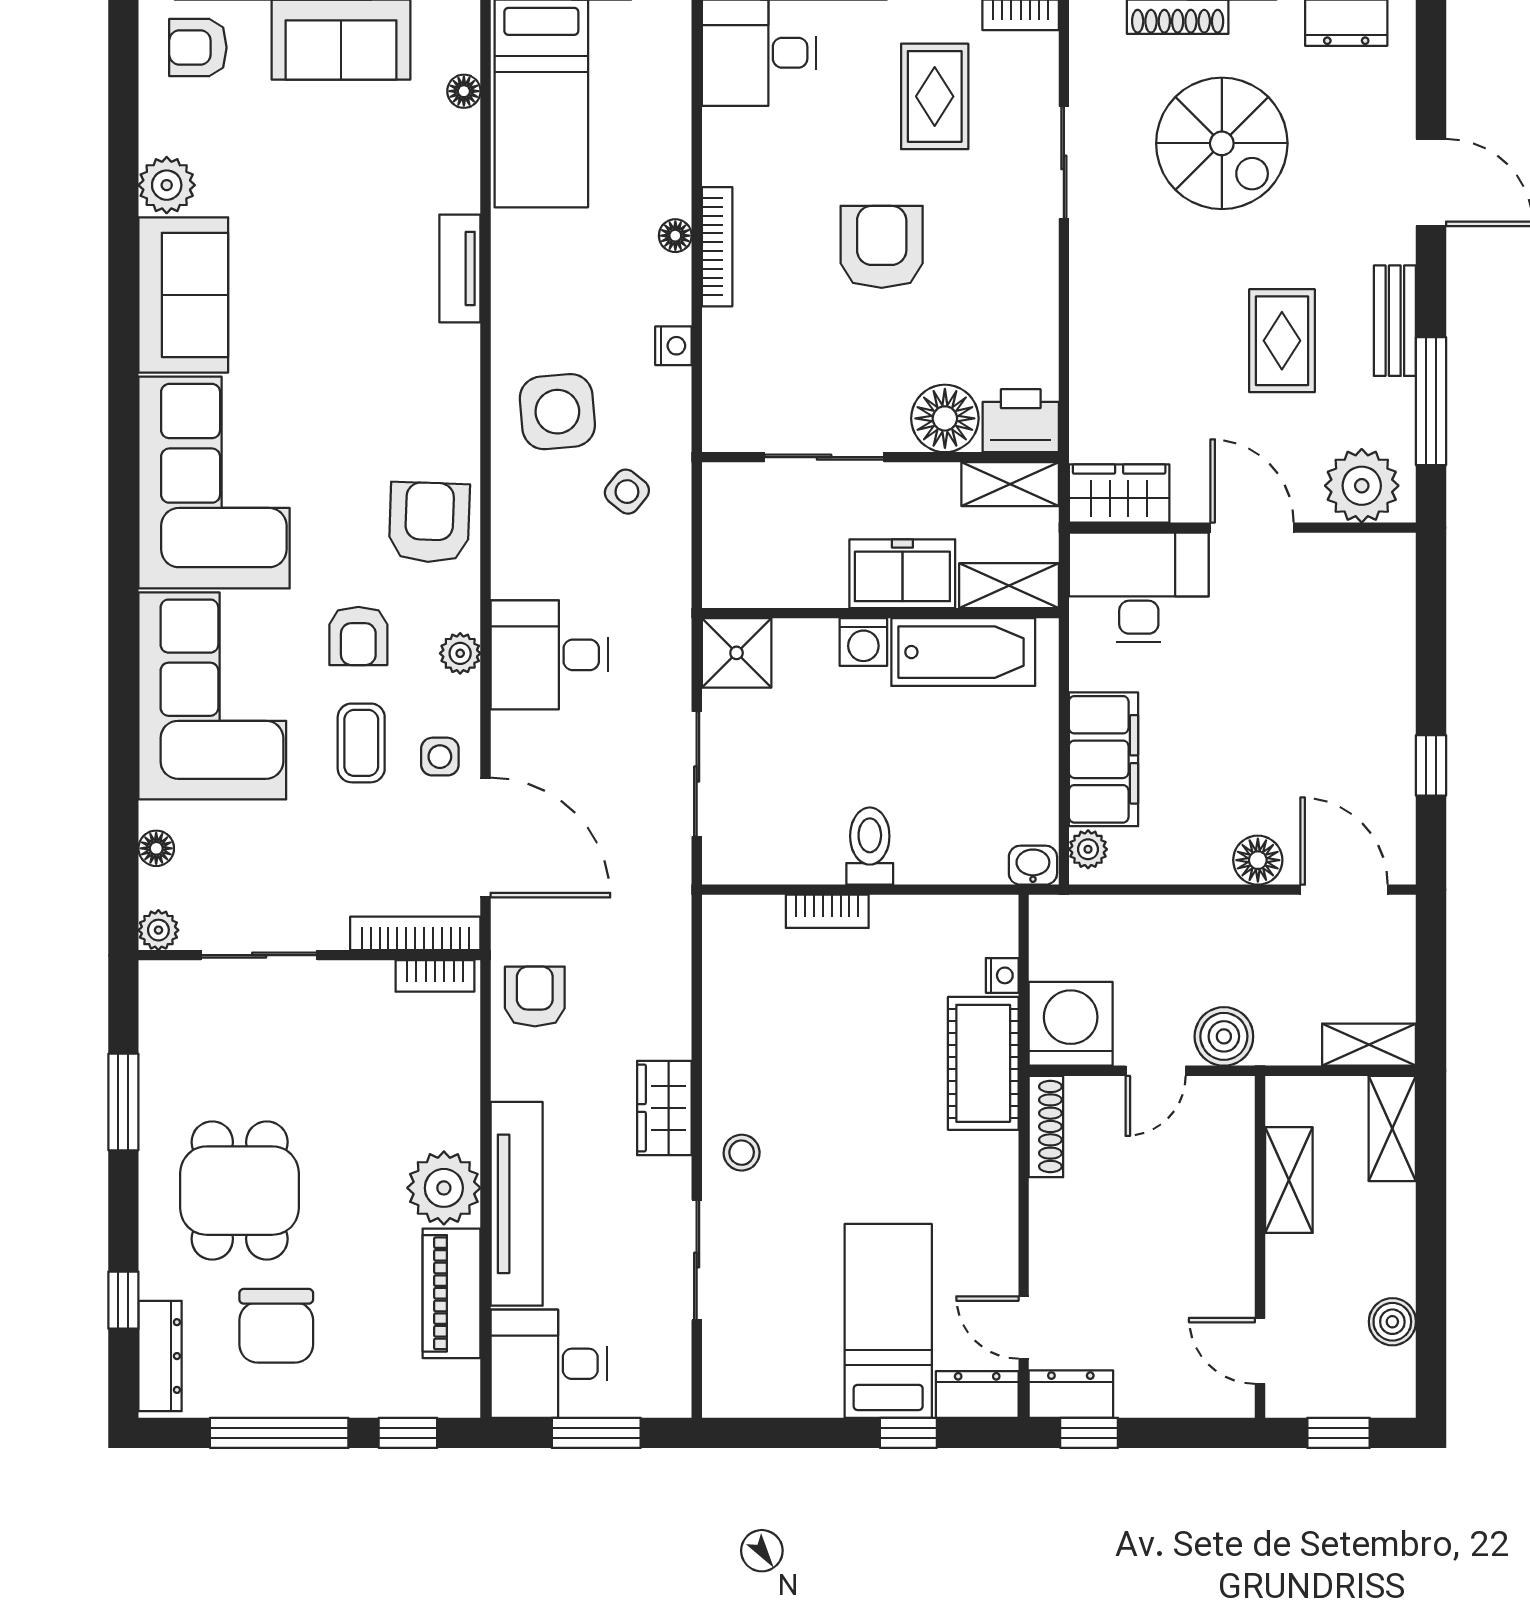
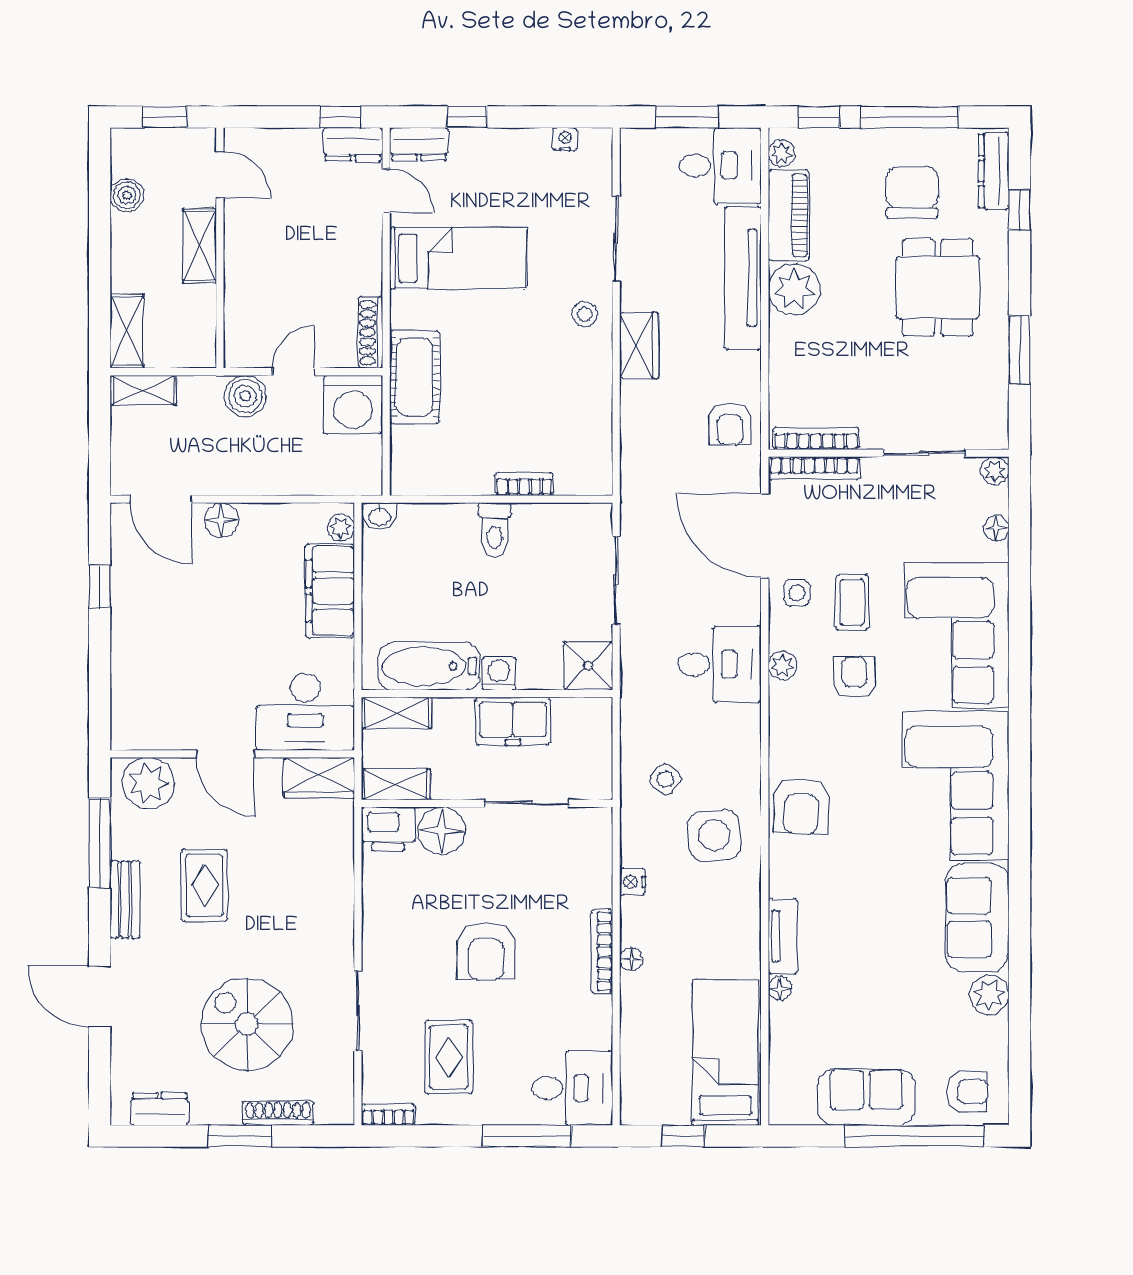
floor lamp: (464, 91) -> (780, 989), moved
armchair: (429, 522) -> (801, 806), moved
freezer: (902, 574) -> (513, 721), moved
nightstand: (1002, 975) -> (565, 139), moved, turned 90
bookcase: (435, 976) -> (816, 438), width x1.56
shelving: (1289, 1180) -> (200, 246), moved
bed: (888, 1321) -> (458, 258), moved, turned -90
plant: (462, 1381) -> (782, 154), added

